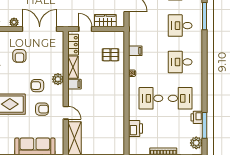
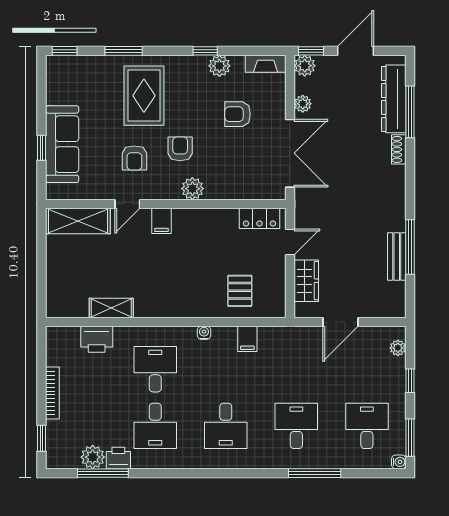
desk: (180, 62) -> (226, 426), turned 180
shelving: (73, 67) -> (111, 308), moved
filing cabinet: (74, 84) -> (161, 221), moved
plant: (196, 143) -> (93, 457), moved

